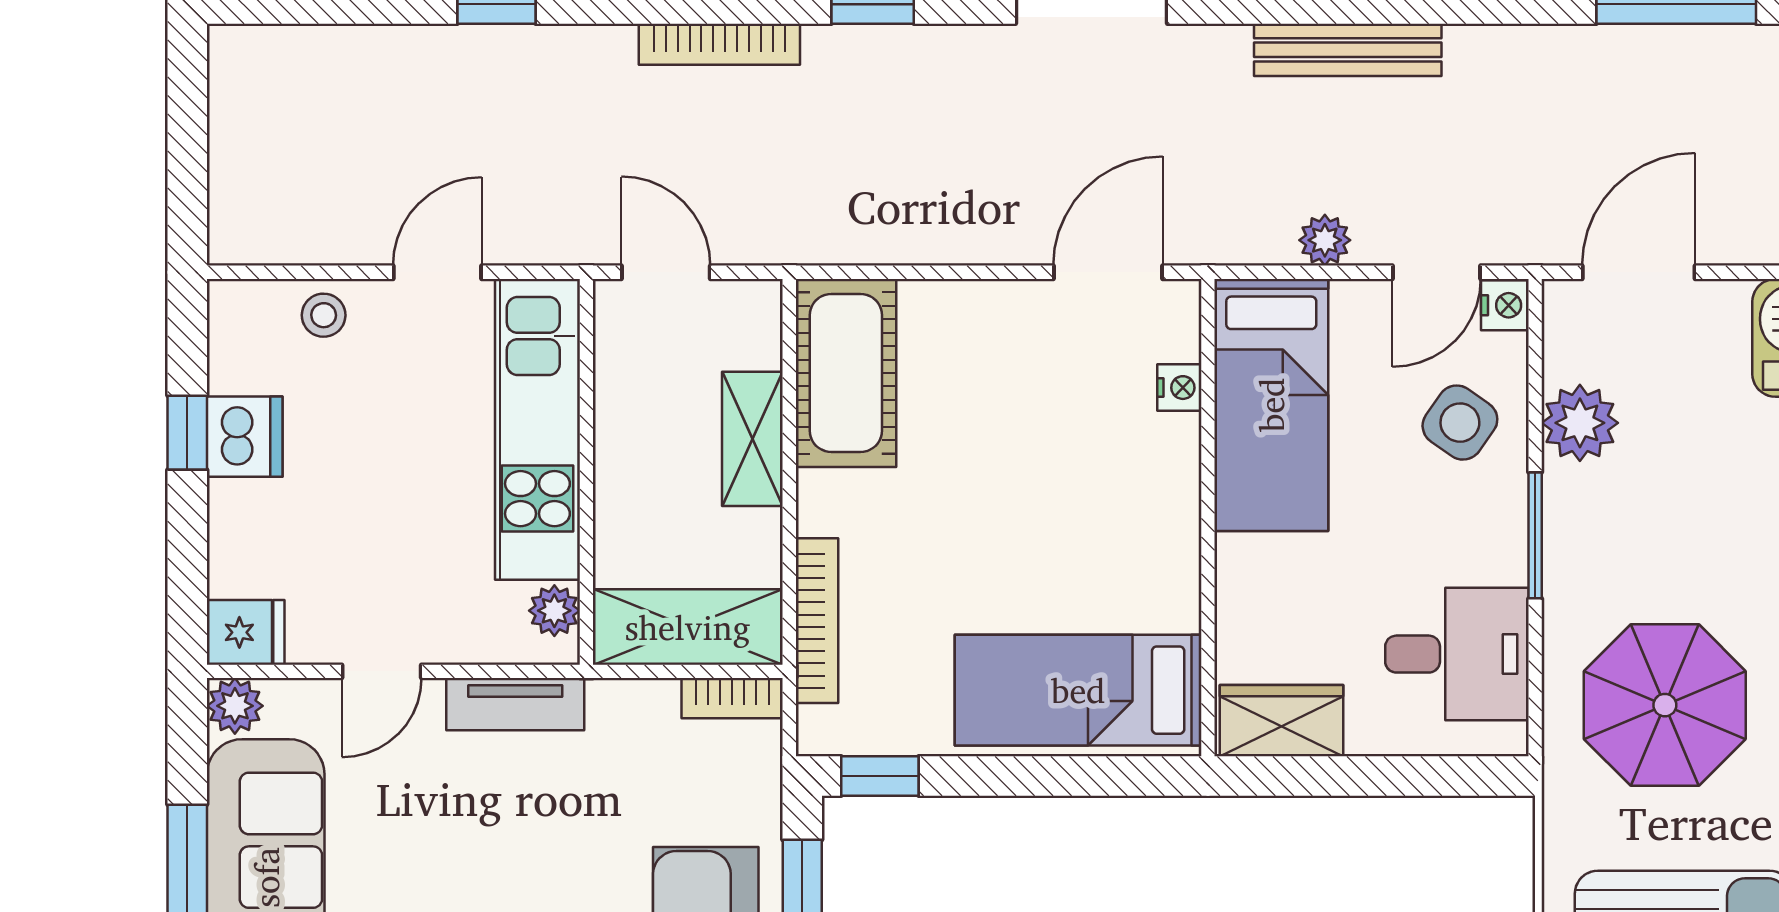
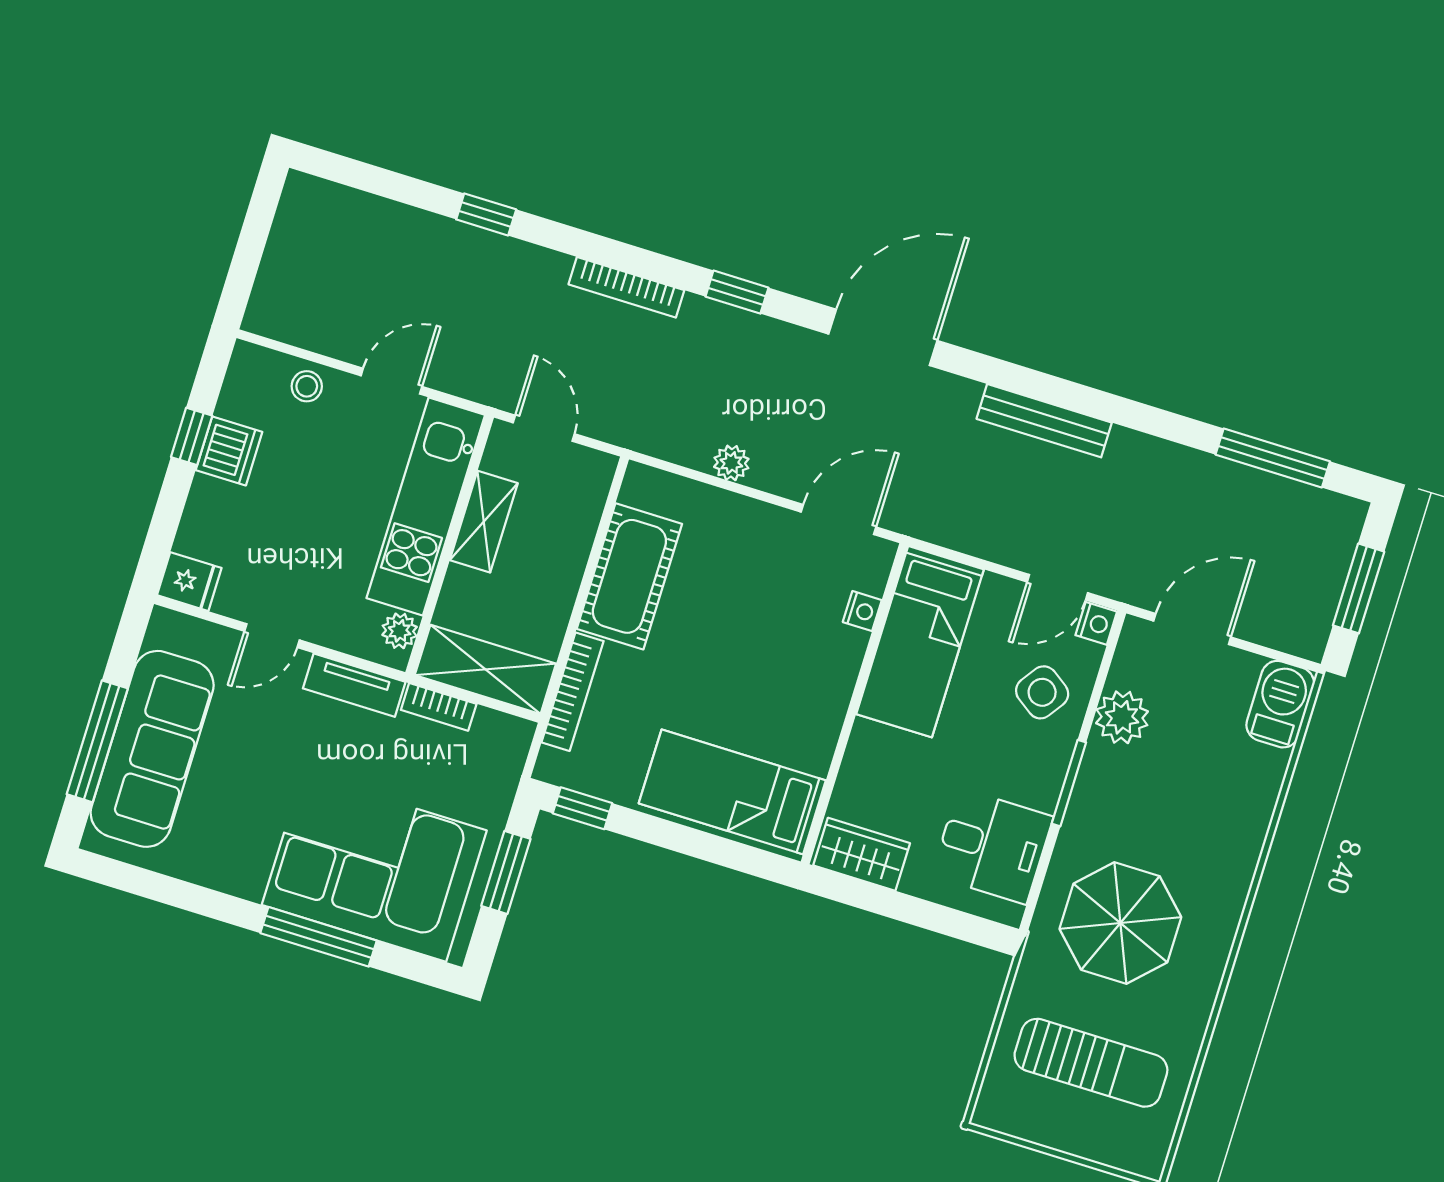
plant: (1325, 240) -> (731, 463), moved
cot: (846, 373) -> (629, 576), moved
shelving: (752, 439) -> (484, 522), moved
bookcase: (732, 698) -> (439, 707), moved
plant: (235, 706) -> (167, 628), removed

